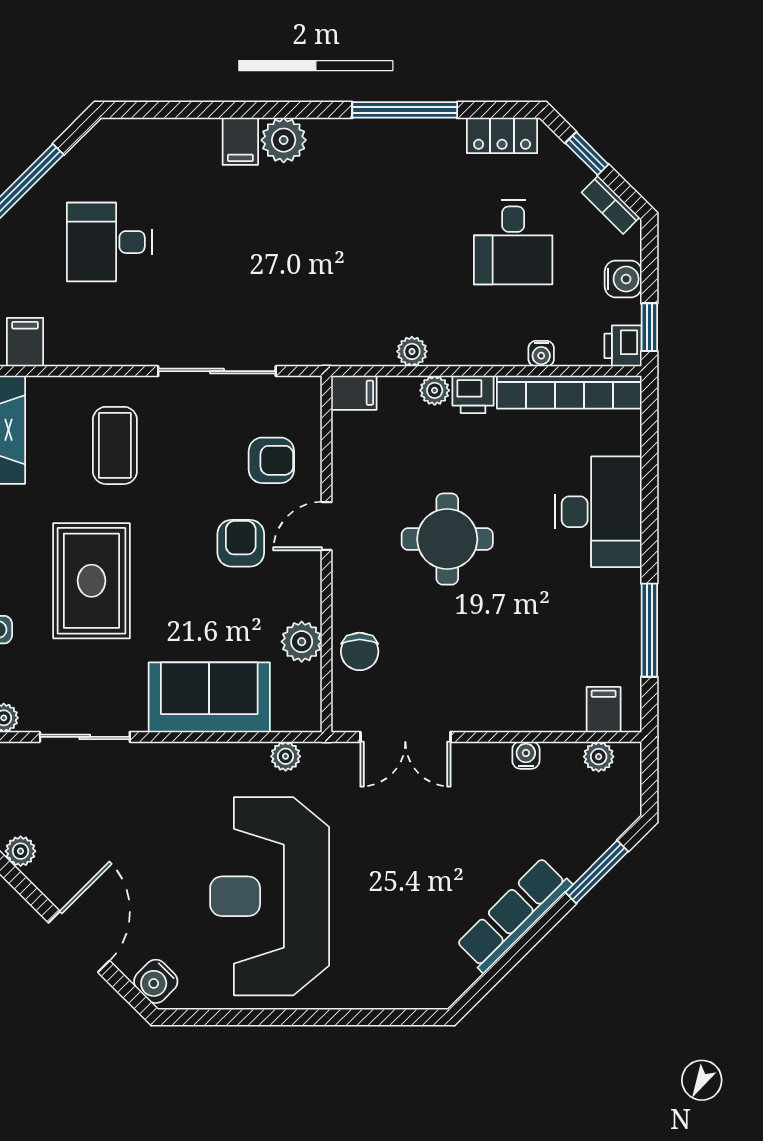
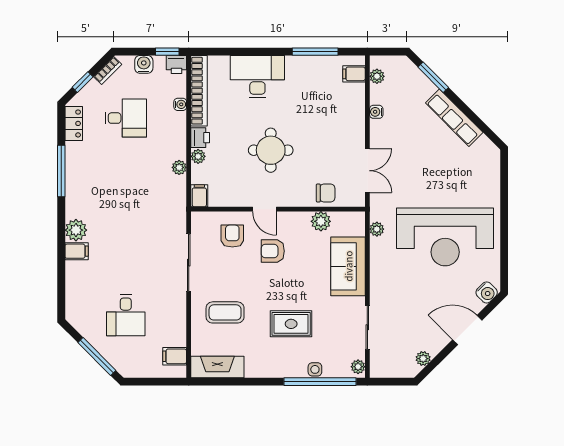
rug: (92, 581) -> (291, 324), width x0.73, depth x0.70

